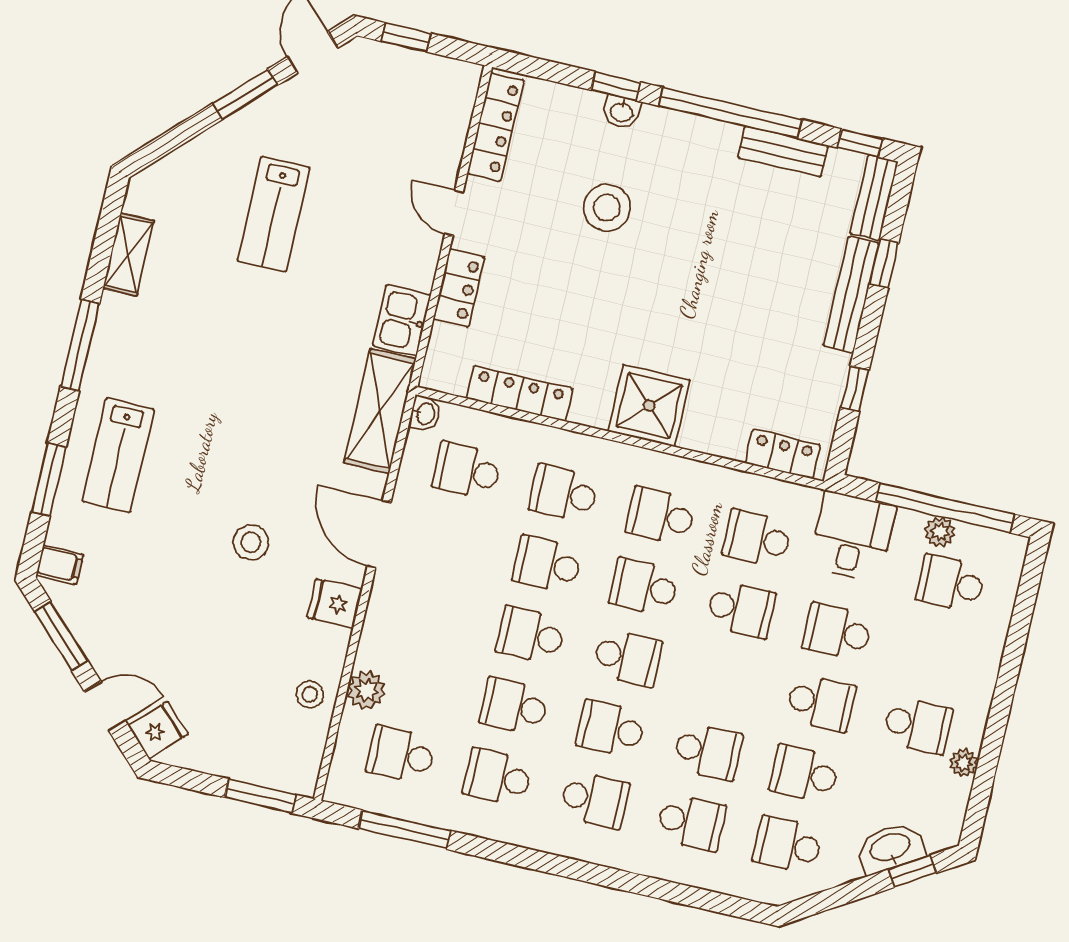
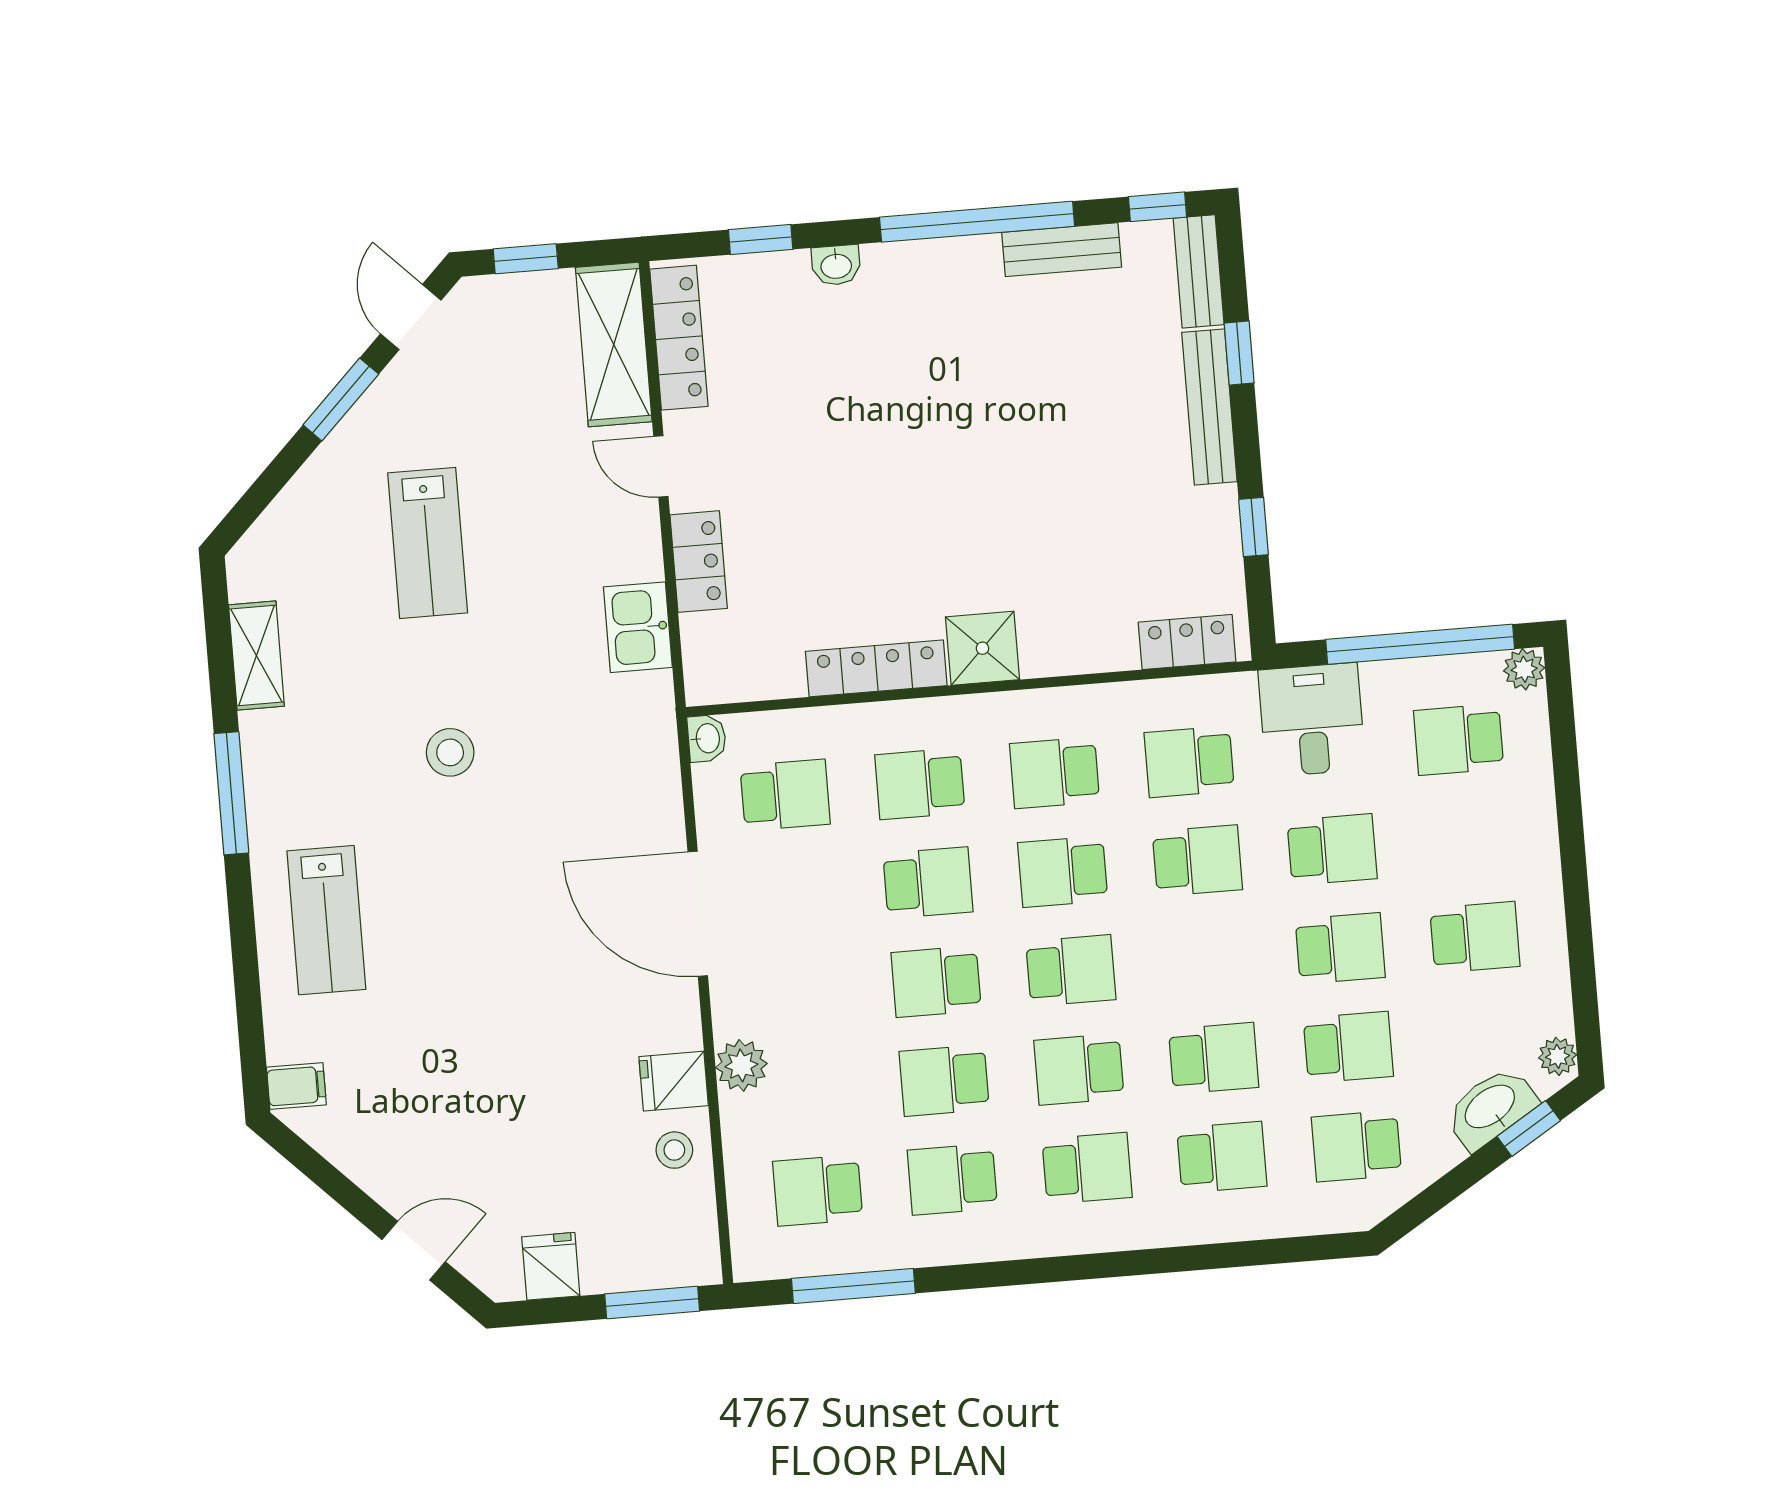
window: (616, 86) -> (761, 239), moved
stool: (607, 208) -> (857, 396), removed
locker: (519, 394) -> (876, 668), moved
shower: (649, 406) -> (982, 648), width x0.73, depth x0.73
shelving: (380, 411) -> (614, 344), moved
school desk: (467, 471) -> (785, 795), turned 180
window: (49, 479) -> (247, 980), removed
plant: (940, 532) -> (1524, 669), moved
door: (379, 534) -> (698, 914), width x1.36
stool: (251, 542) -> (450, 752), moved
school desk: (547, 564) -> (928, 883), turned 180
fridge: (335, 604) -> (674, 1081), moved
school desk: (837, 632) -> (1332, 850), turned 180
window: (61, 636) -> (328, 1178), removed
plant: (366, 690) -> (741, 1065), moved
fridge: (158, 730) -> (551, 1266), moved, turned -45
plant: (964, 763) -> (1558, 1056), moved
school desk: (804, 774) -> (1348, 1047), turned 180

